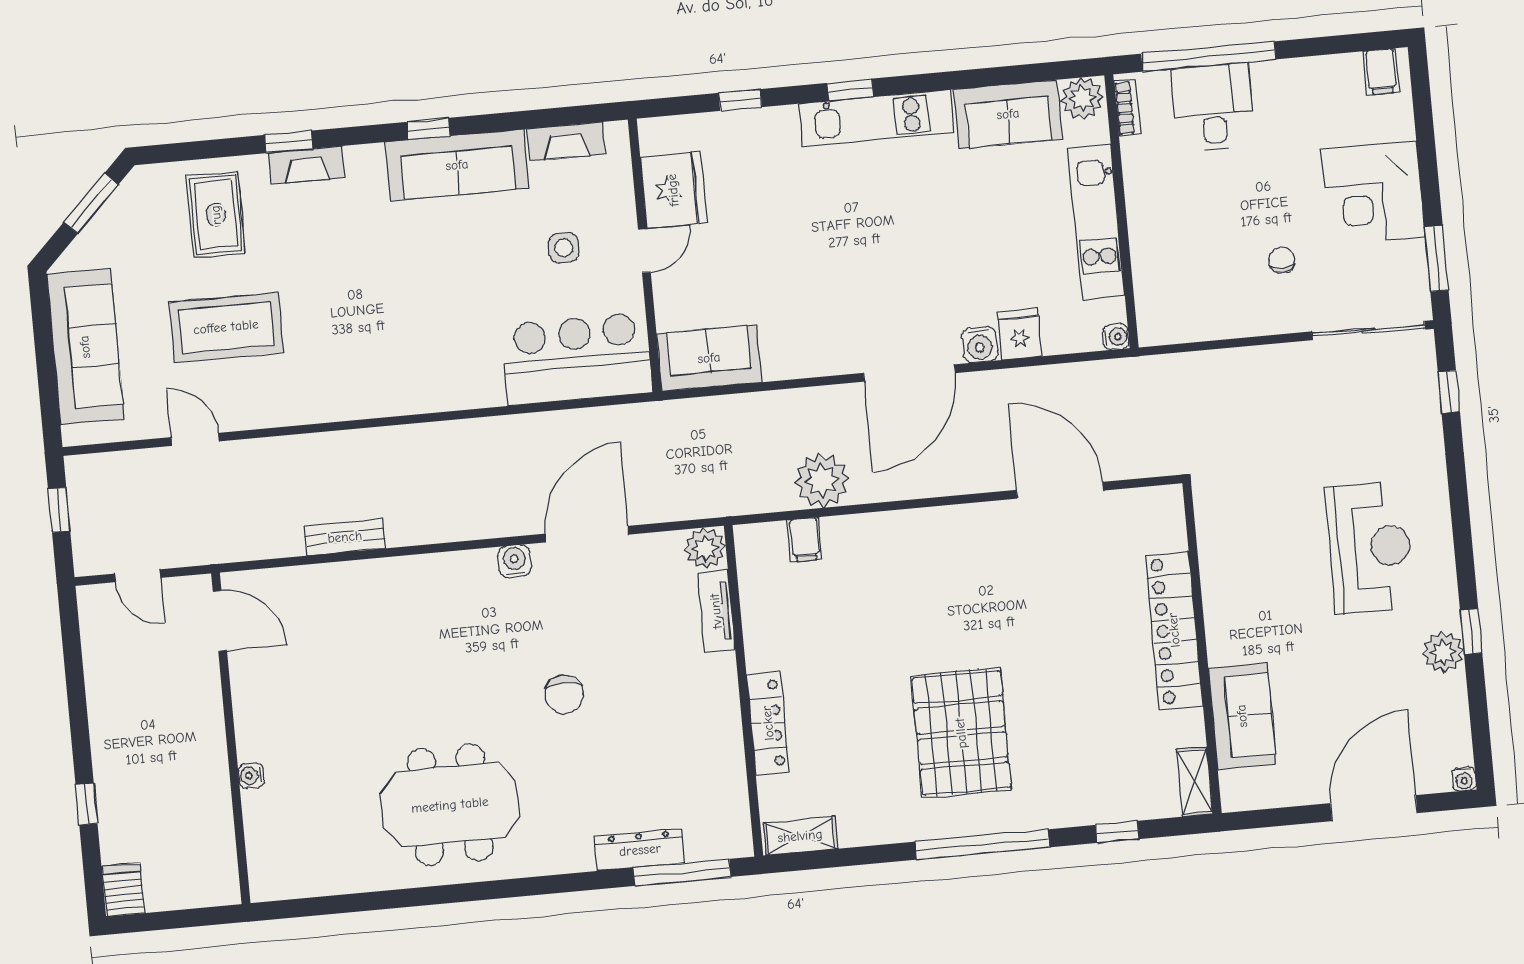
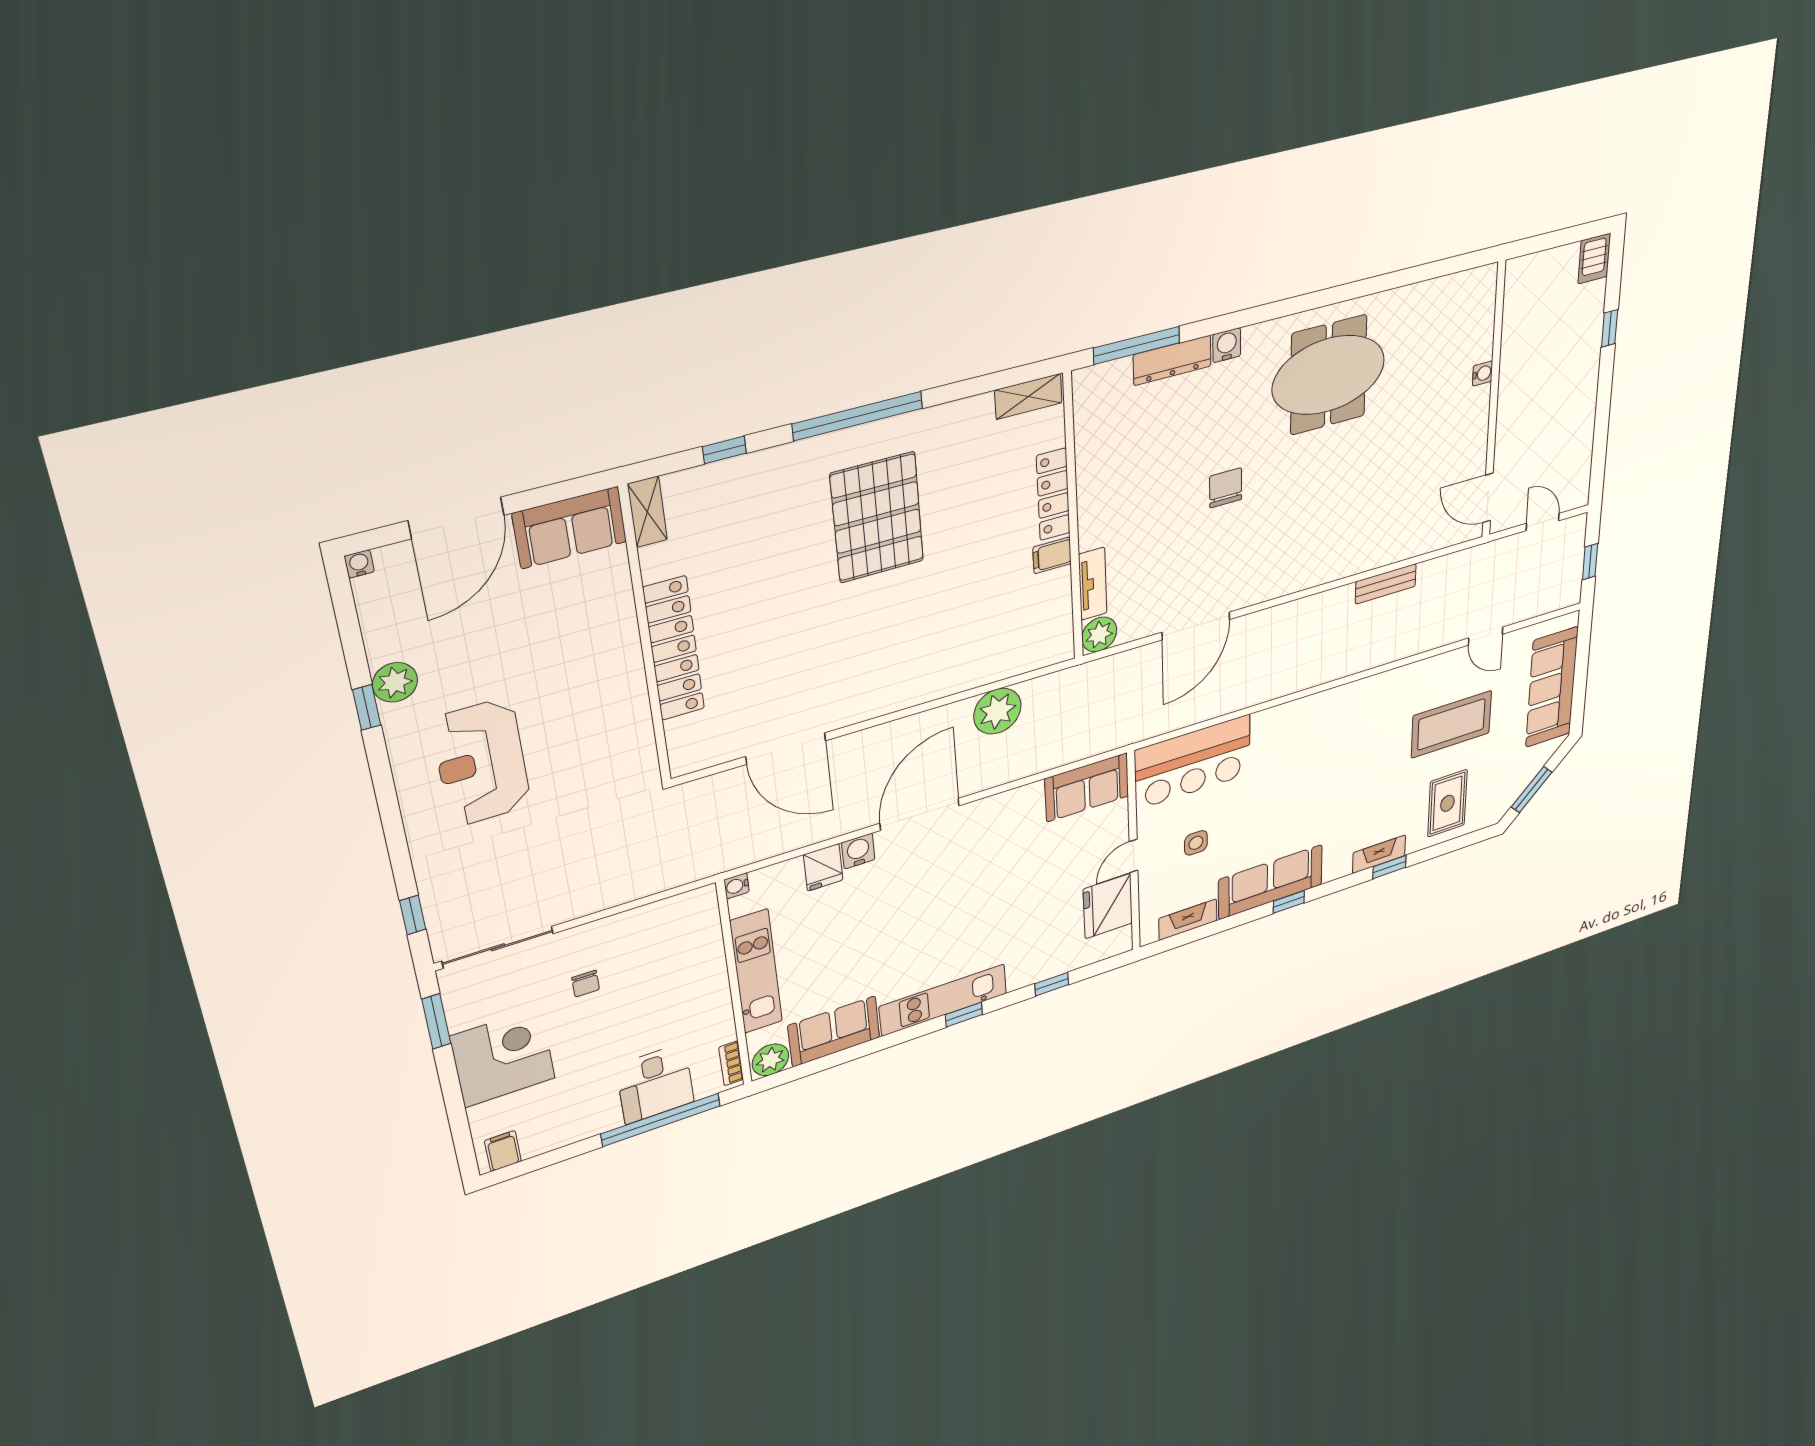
filing cabinet: (805, 540) -> (1052, 555), moved, turned -90
water cooler: (514, 561) -> (1227, 345), moved, turned 180
sofa: (1242, 716) -> (570, 528), moved, turned -90

